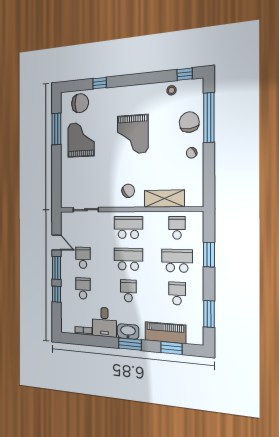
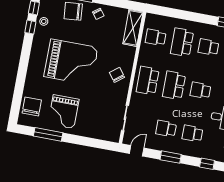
window: (100, 83) -> (30, 27), moved
grand piano: (133, 134) -> (71, 62), width x1.37, depth x1.48
grand piano: (81, 140) -> (64, 111), turned -90
shelving: (164, 199) -> (133, 28), moved
door: (56, 242) -> (137, 151), moved
window: (209, 255) -> (181, 14), removed
window: (57, 294) -> (207, 164), moved

